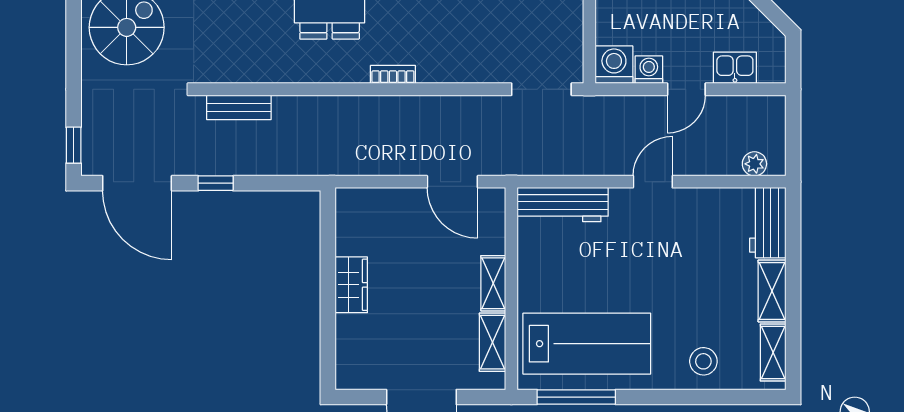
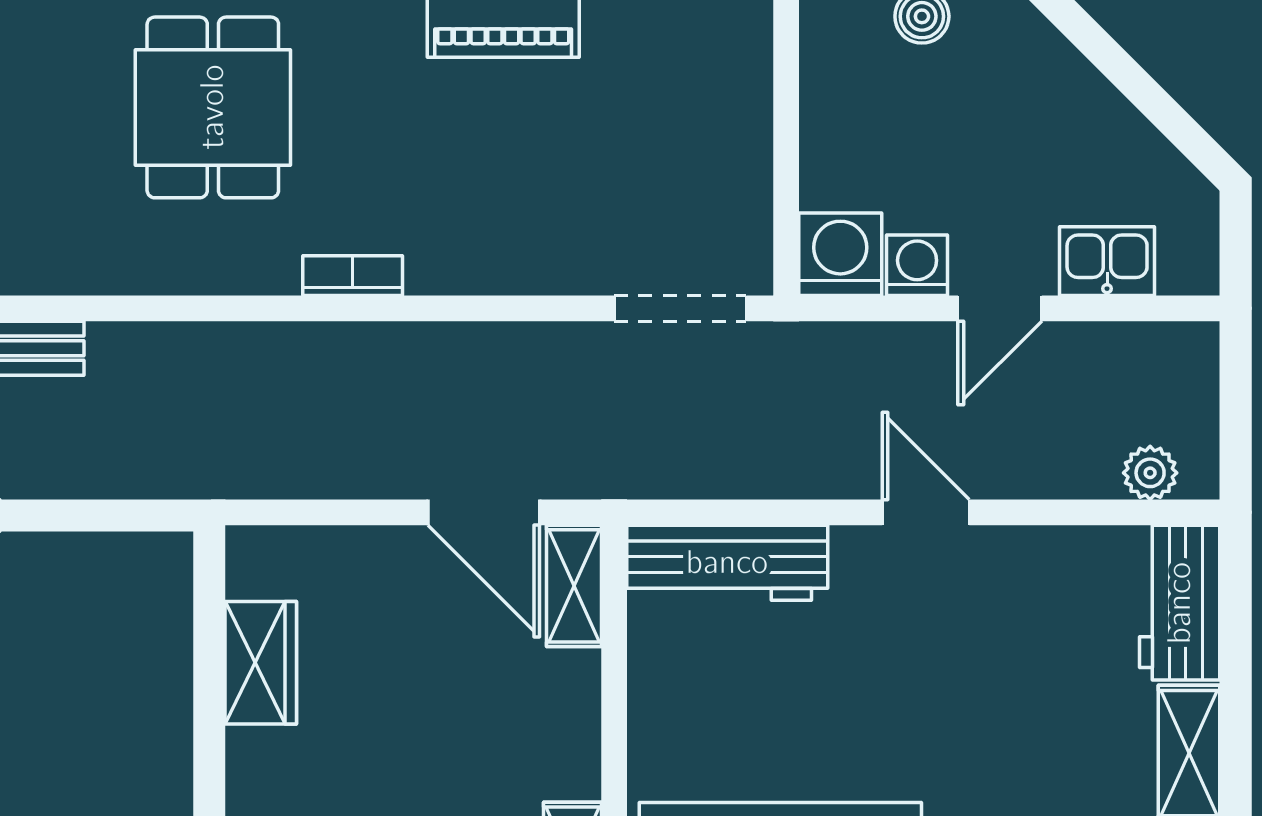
door: (653, 182) -> (926, 512), hinge flipped
shelving: (493, 283) -> (574, 586), moved
wardrobe: (351, 285) -> (261, 663), moved

